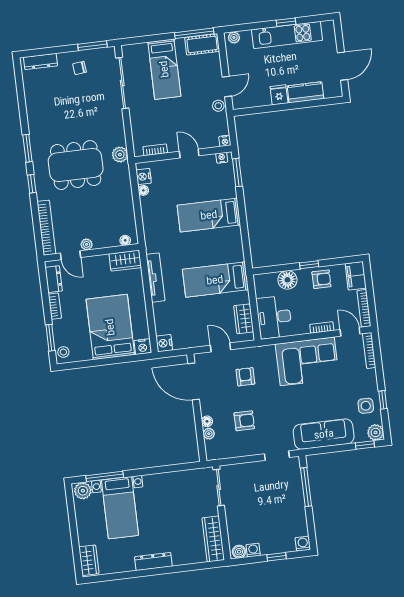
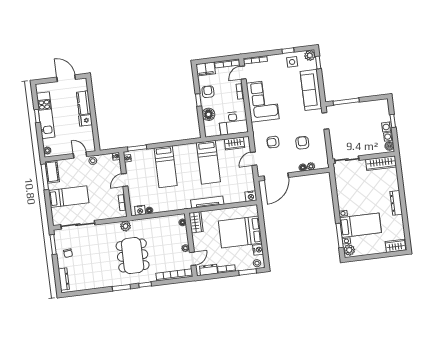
nightstand: (143, 347) -> (258, 250), moved
washing machine: (303, 544) -> (387, 127), moved

